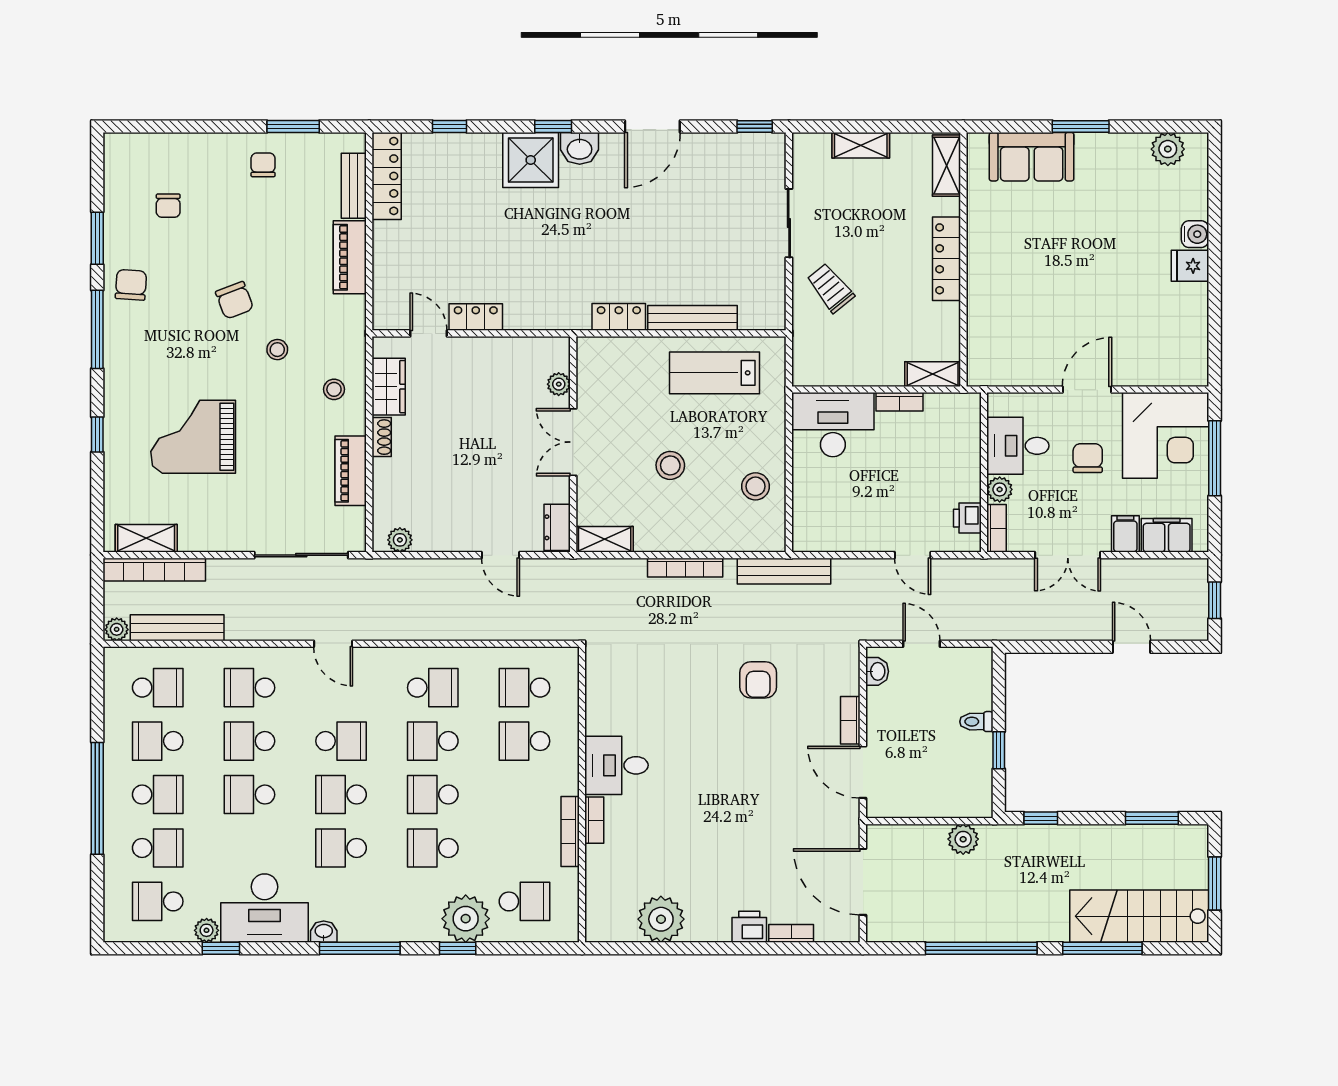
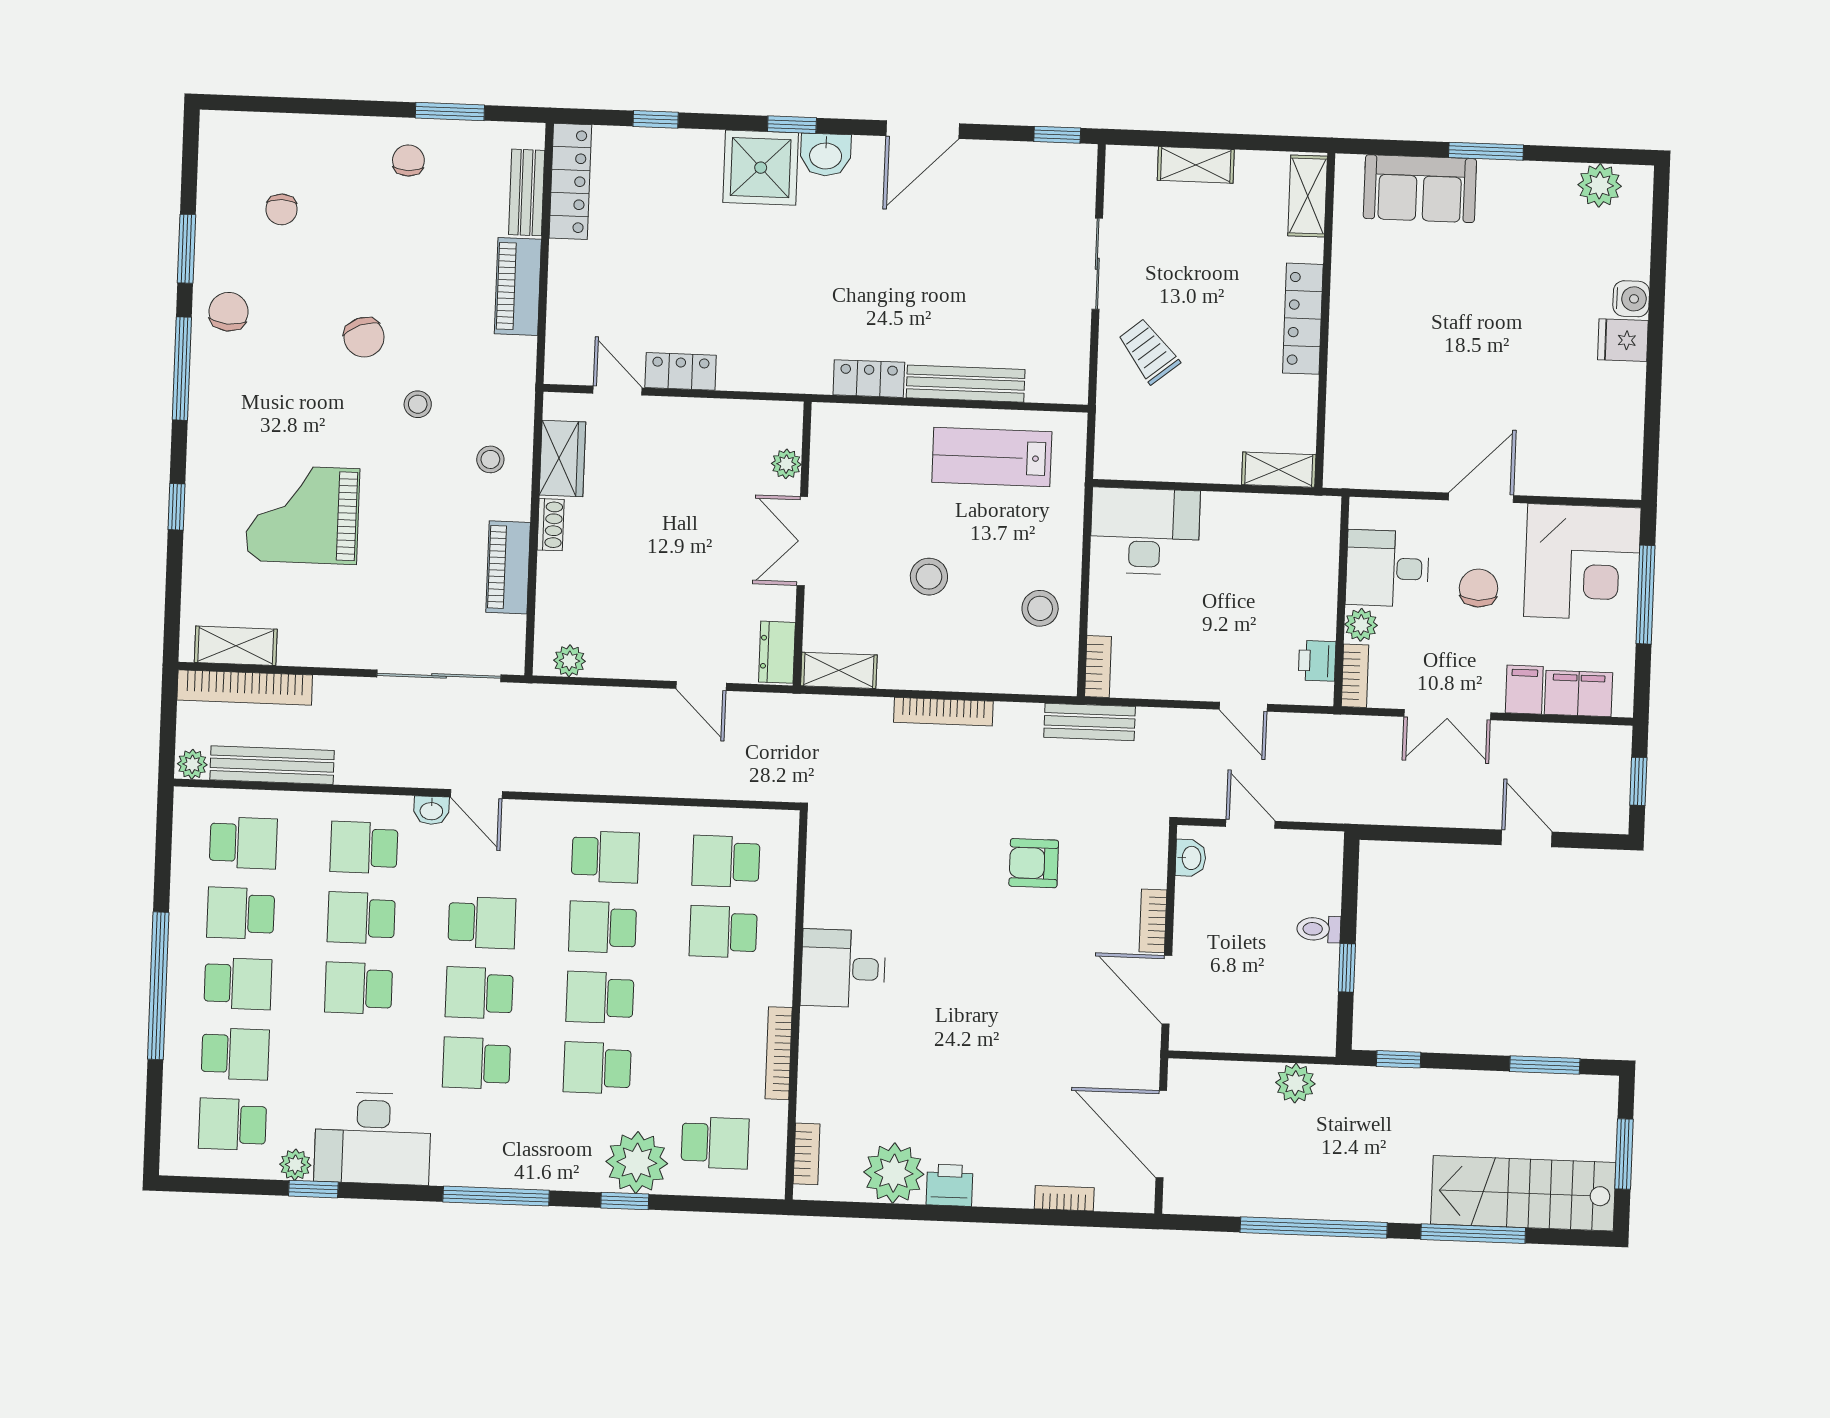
bookcase: (899, 402) -> (1098, 667), moved, turned -90
bench: (784, 571) -> (1090, 722), width x0.73
armchair: (758, 680) -> (1034, 863), turned 90
bookcase: (594, 820) -> (807, 1154), moved
printer: (749, 927) -> (949, 1185), moved
washbasin: (324, 932) -> (431, 810), moved, turned 180

